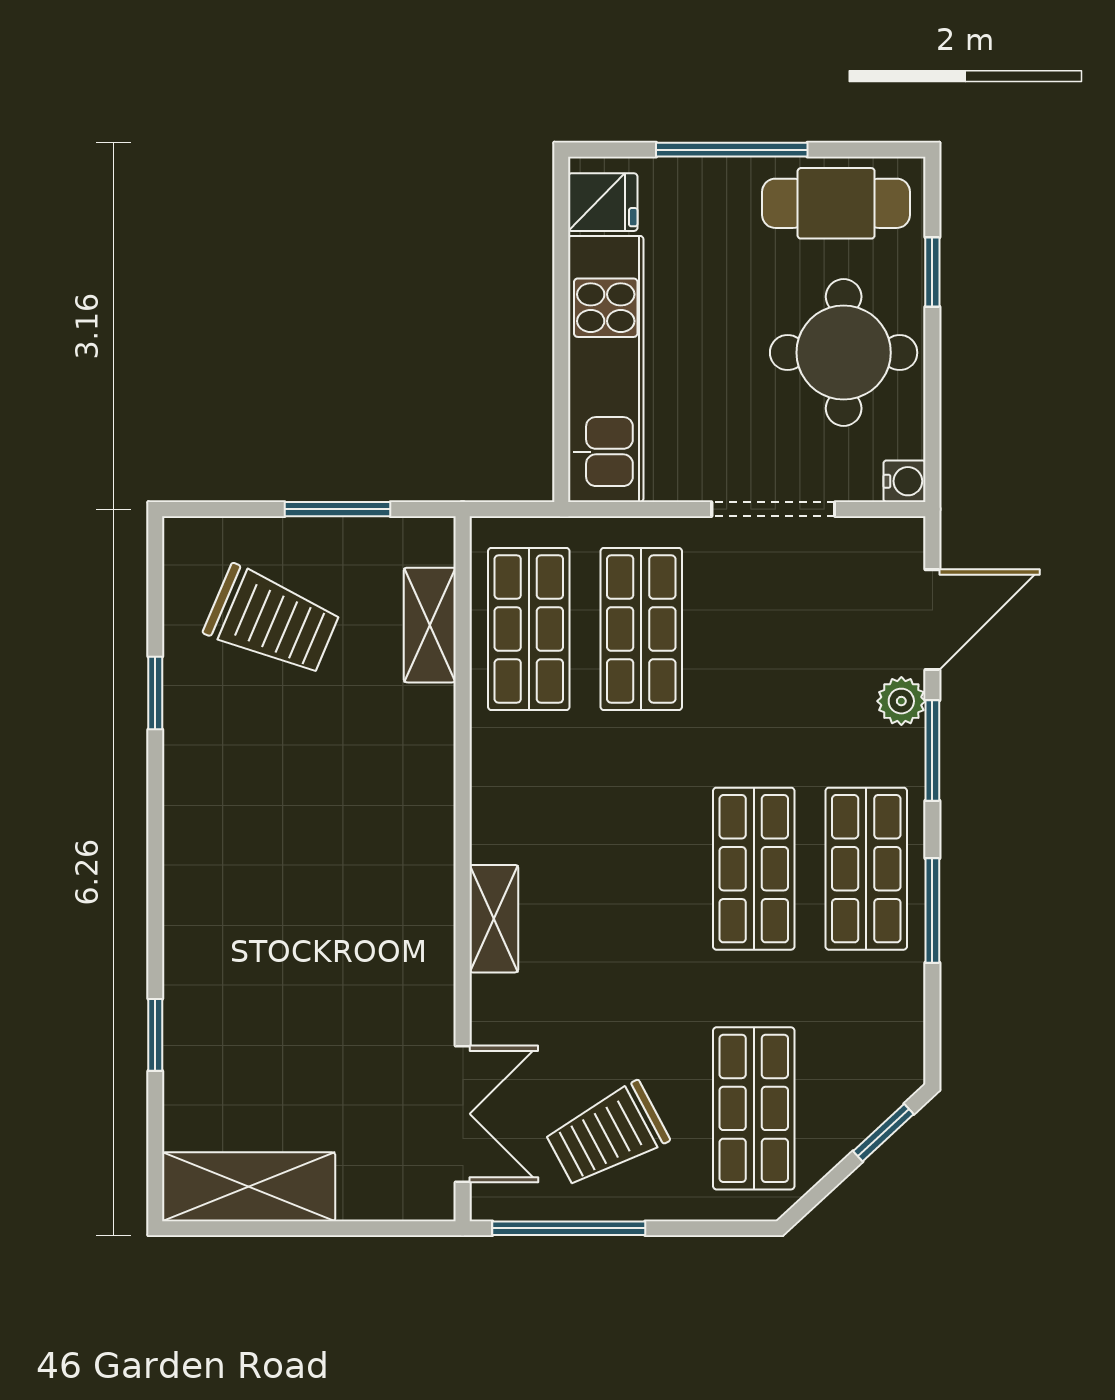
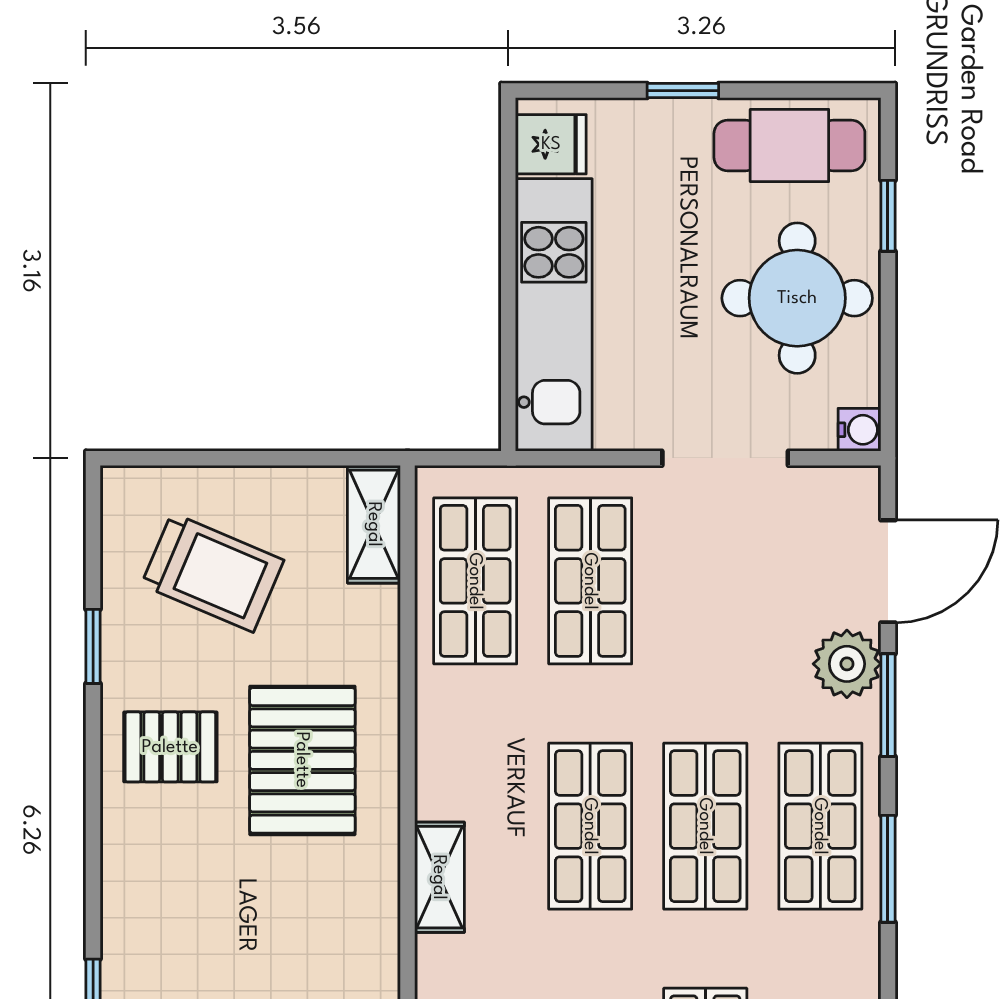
window: (732, 150) -> (683, 91), width x0.46
window: (337, 509) -> (279, 458), removed
shelving: (430, 625) -> (374, 524), moved
plant: (901, 701) -> (847, 664), width x1.38, depth x1.38
pallet: (231, 791) -> (170, 747), added
pallet: (360, 804) -> (302, 760), added
shop shelf: (641, 869) -> (590, 826), added

